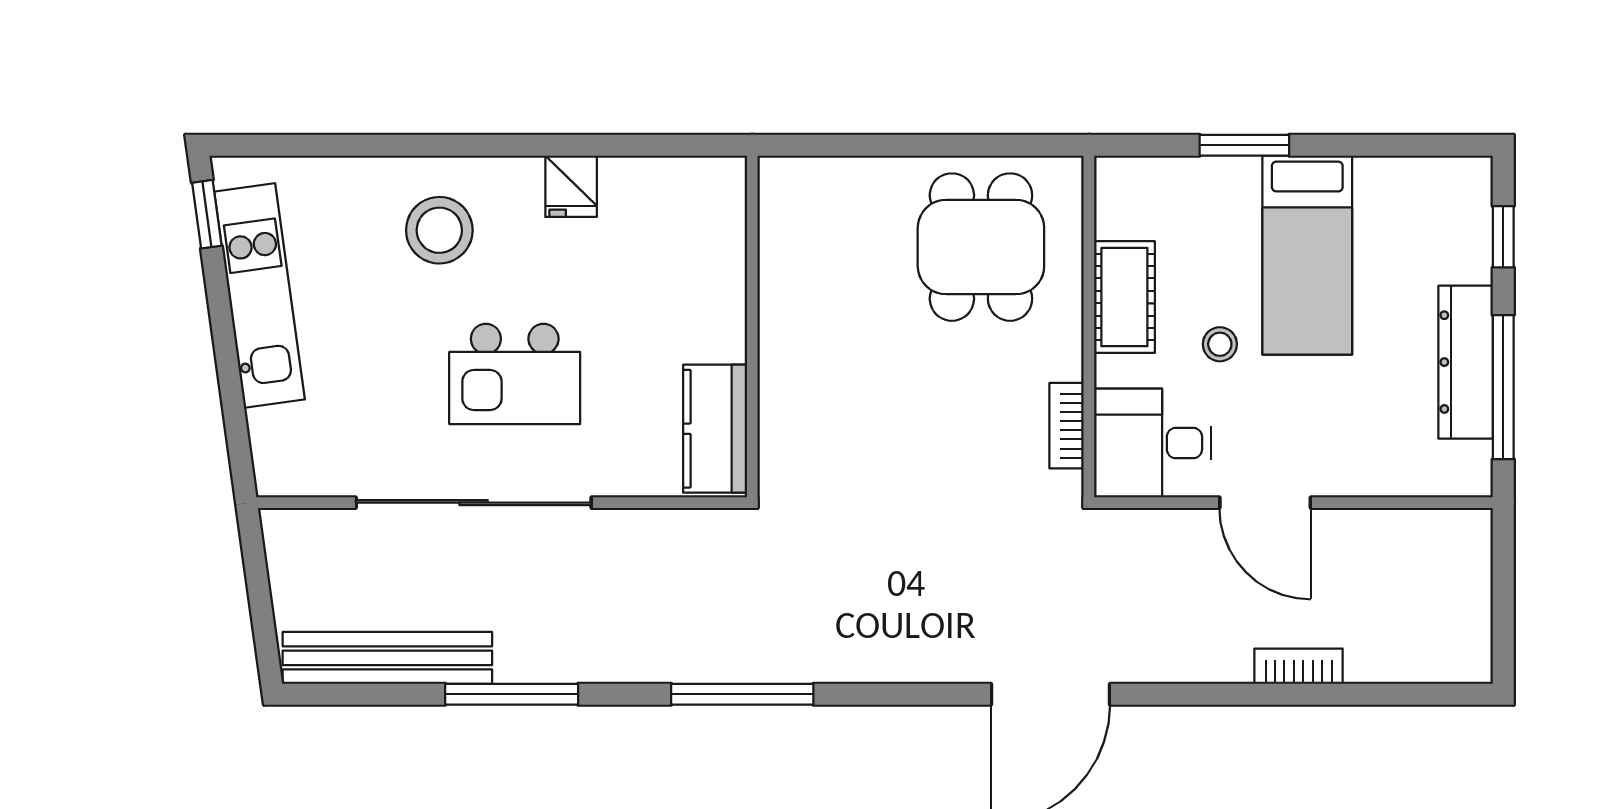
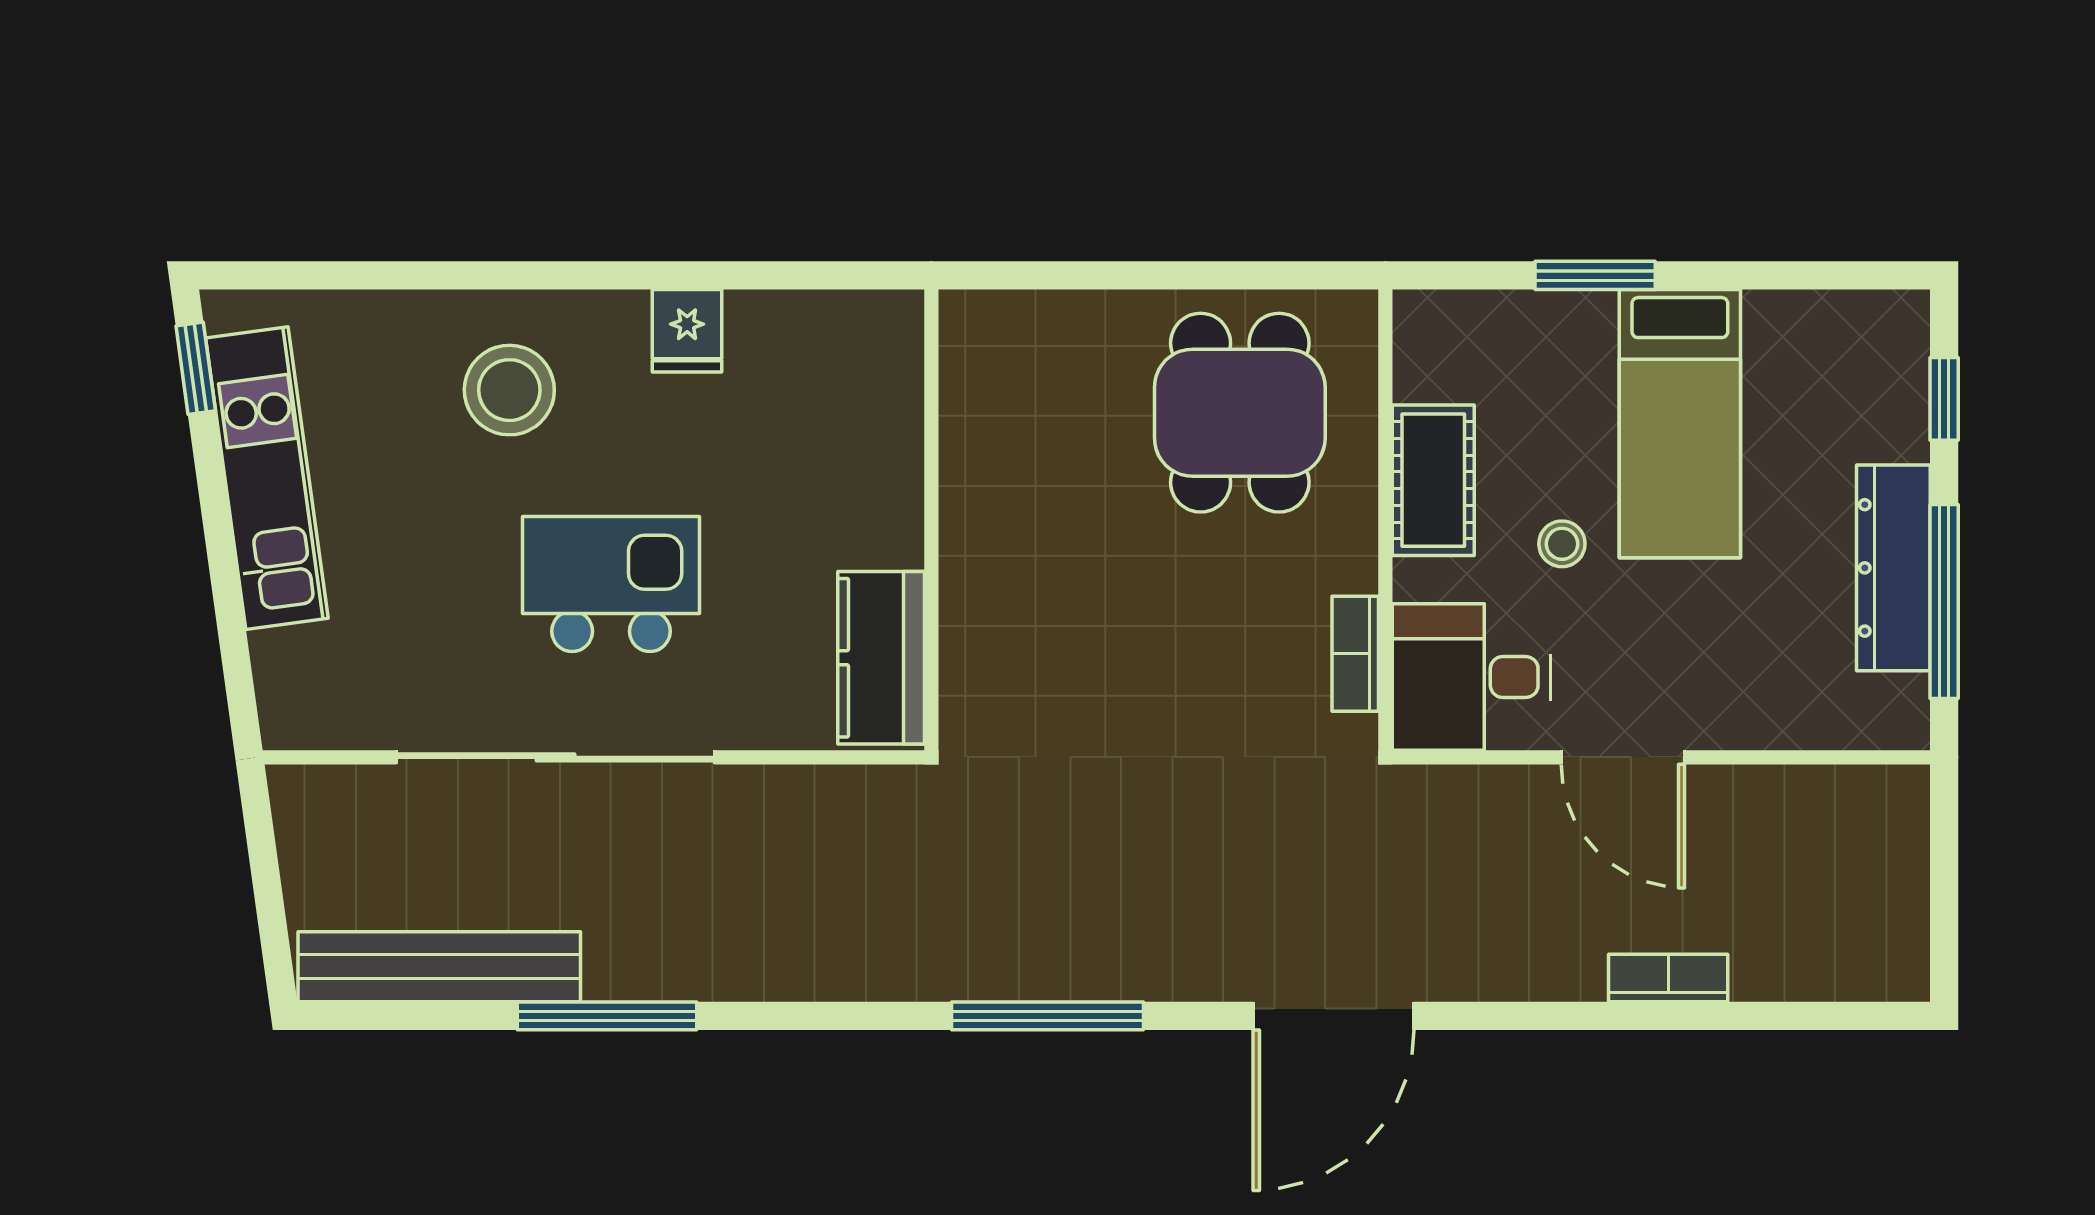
kitchen island: (515, 374) -> (611, 584), turned 180
window: (742, 694) -> (1048, 1016), moved

